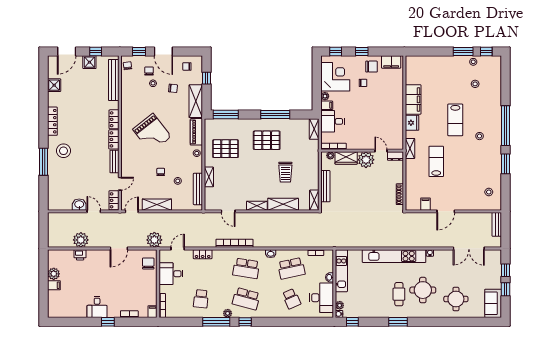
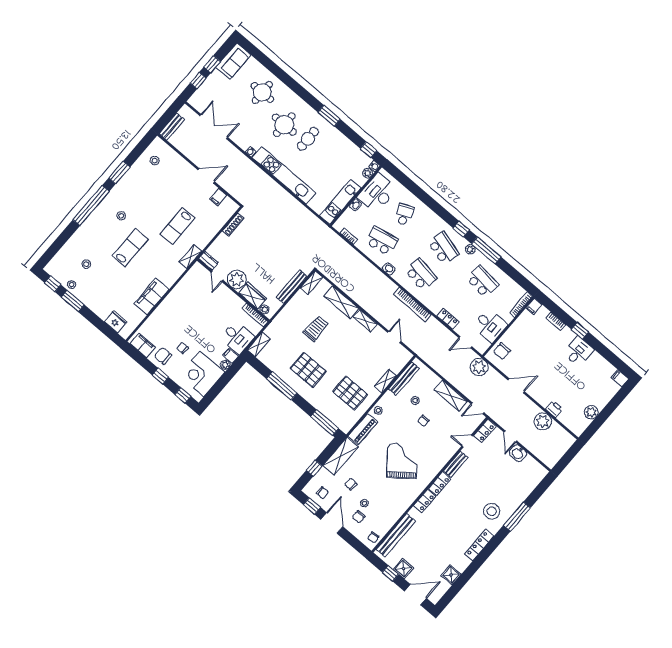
window: (139, 52) -> (312, 506), moved
fridge: (412, 123) -> (116, 322), moved, turned 90
filing cabinet: (54, 285) -> (620, 378), moved
school desk: (201, 299) -> (482, 282), width x1.85

